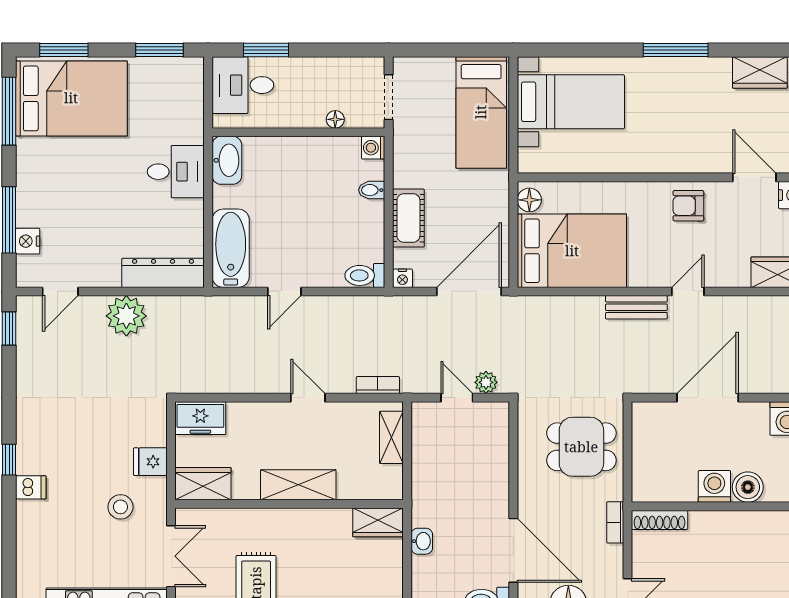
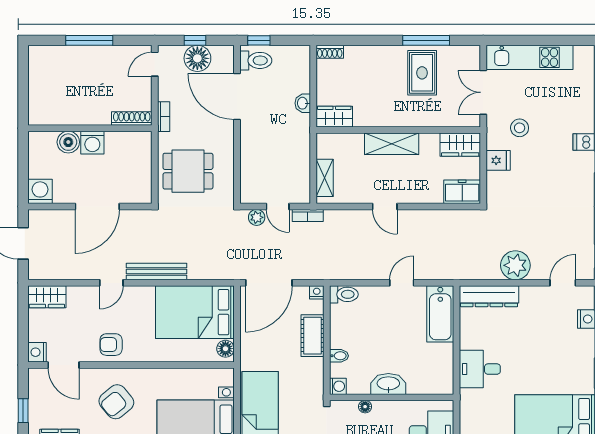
armchair: (681, 126) -> (116, 402), added
washbasin: (227, 160) -> (388, 384), moved, turned 90
armchair: (688, 206) -> (111, 345), turned 180
bench: (636, 307) -> (156, 271), width x1.36
bookcase: (378, 385) -> (308, 215), moved

